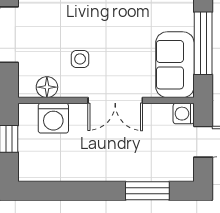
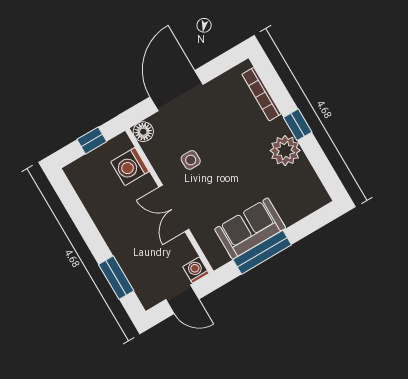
sofa: (175, 65) -> (250, 229), moved
floor lamp: (47, 87) -> (143, 132), moved

